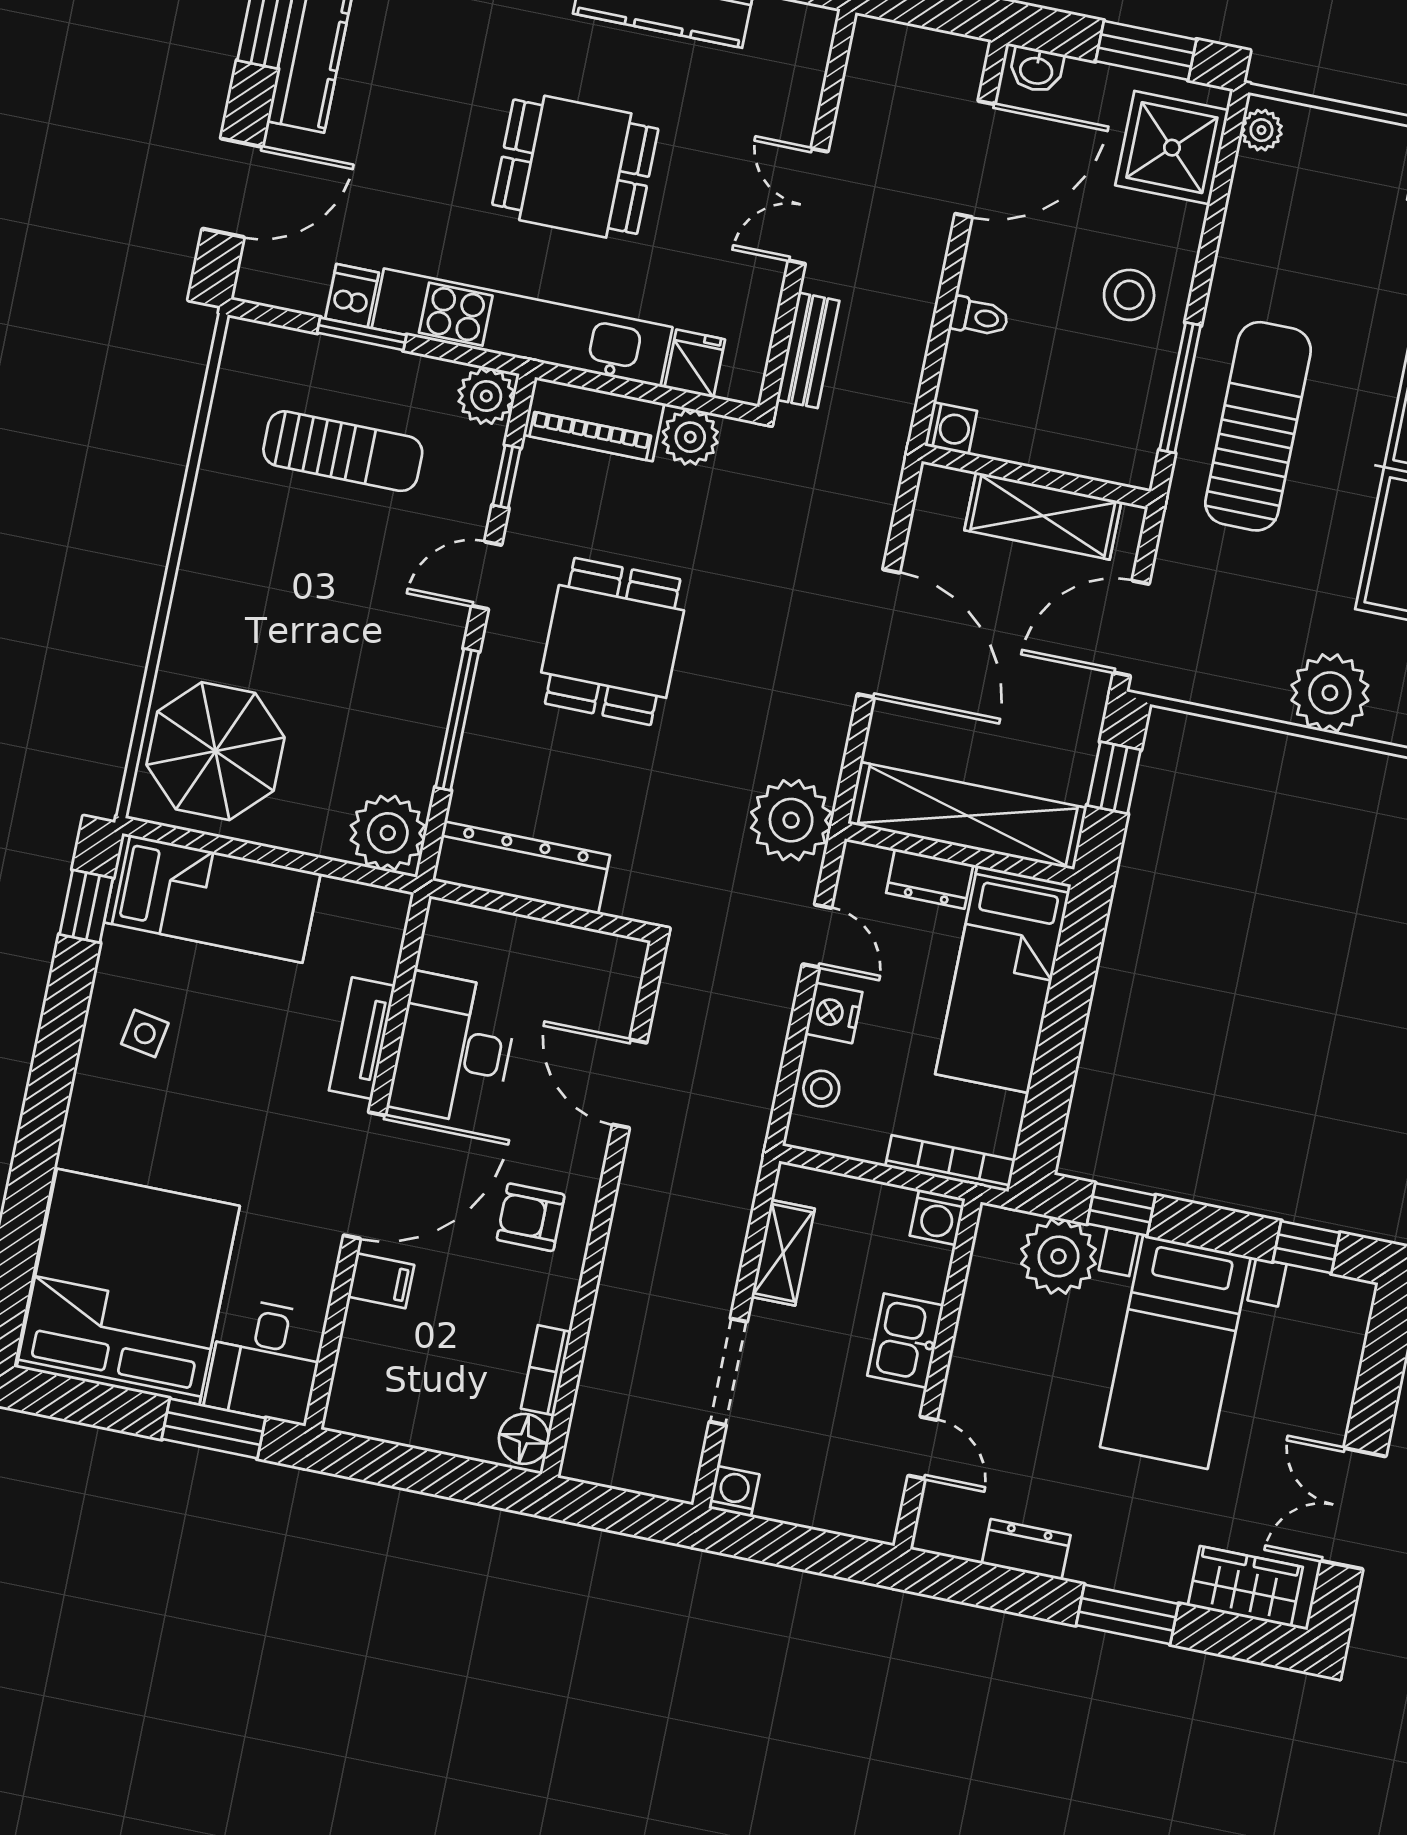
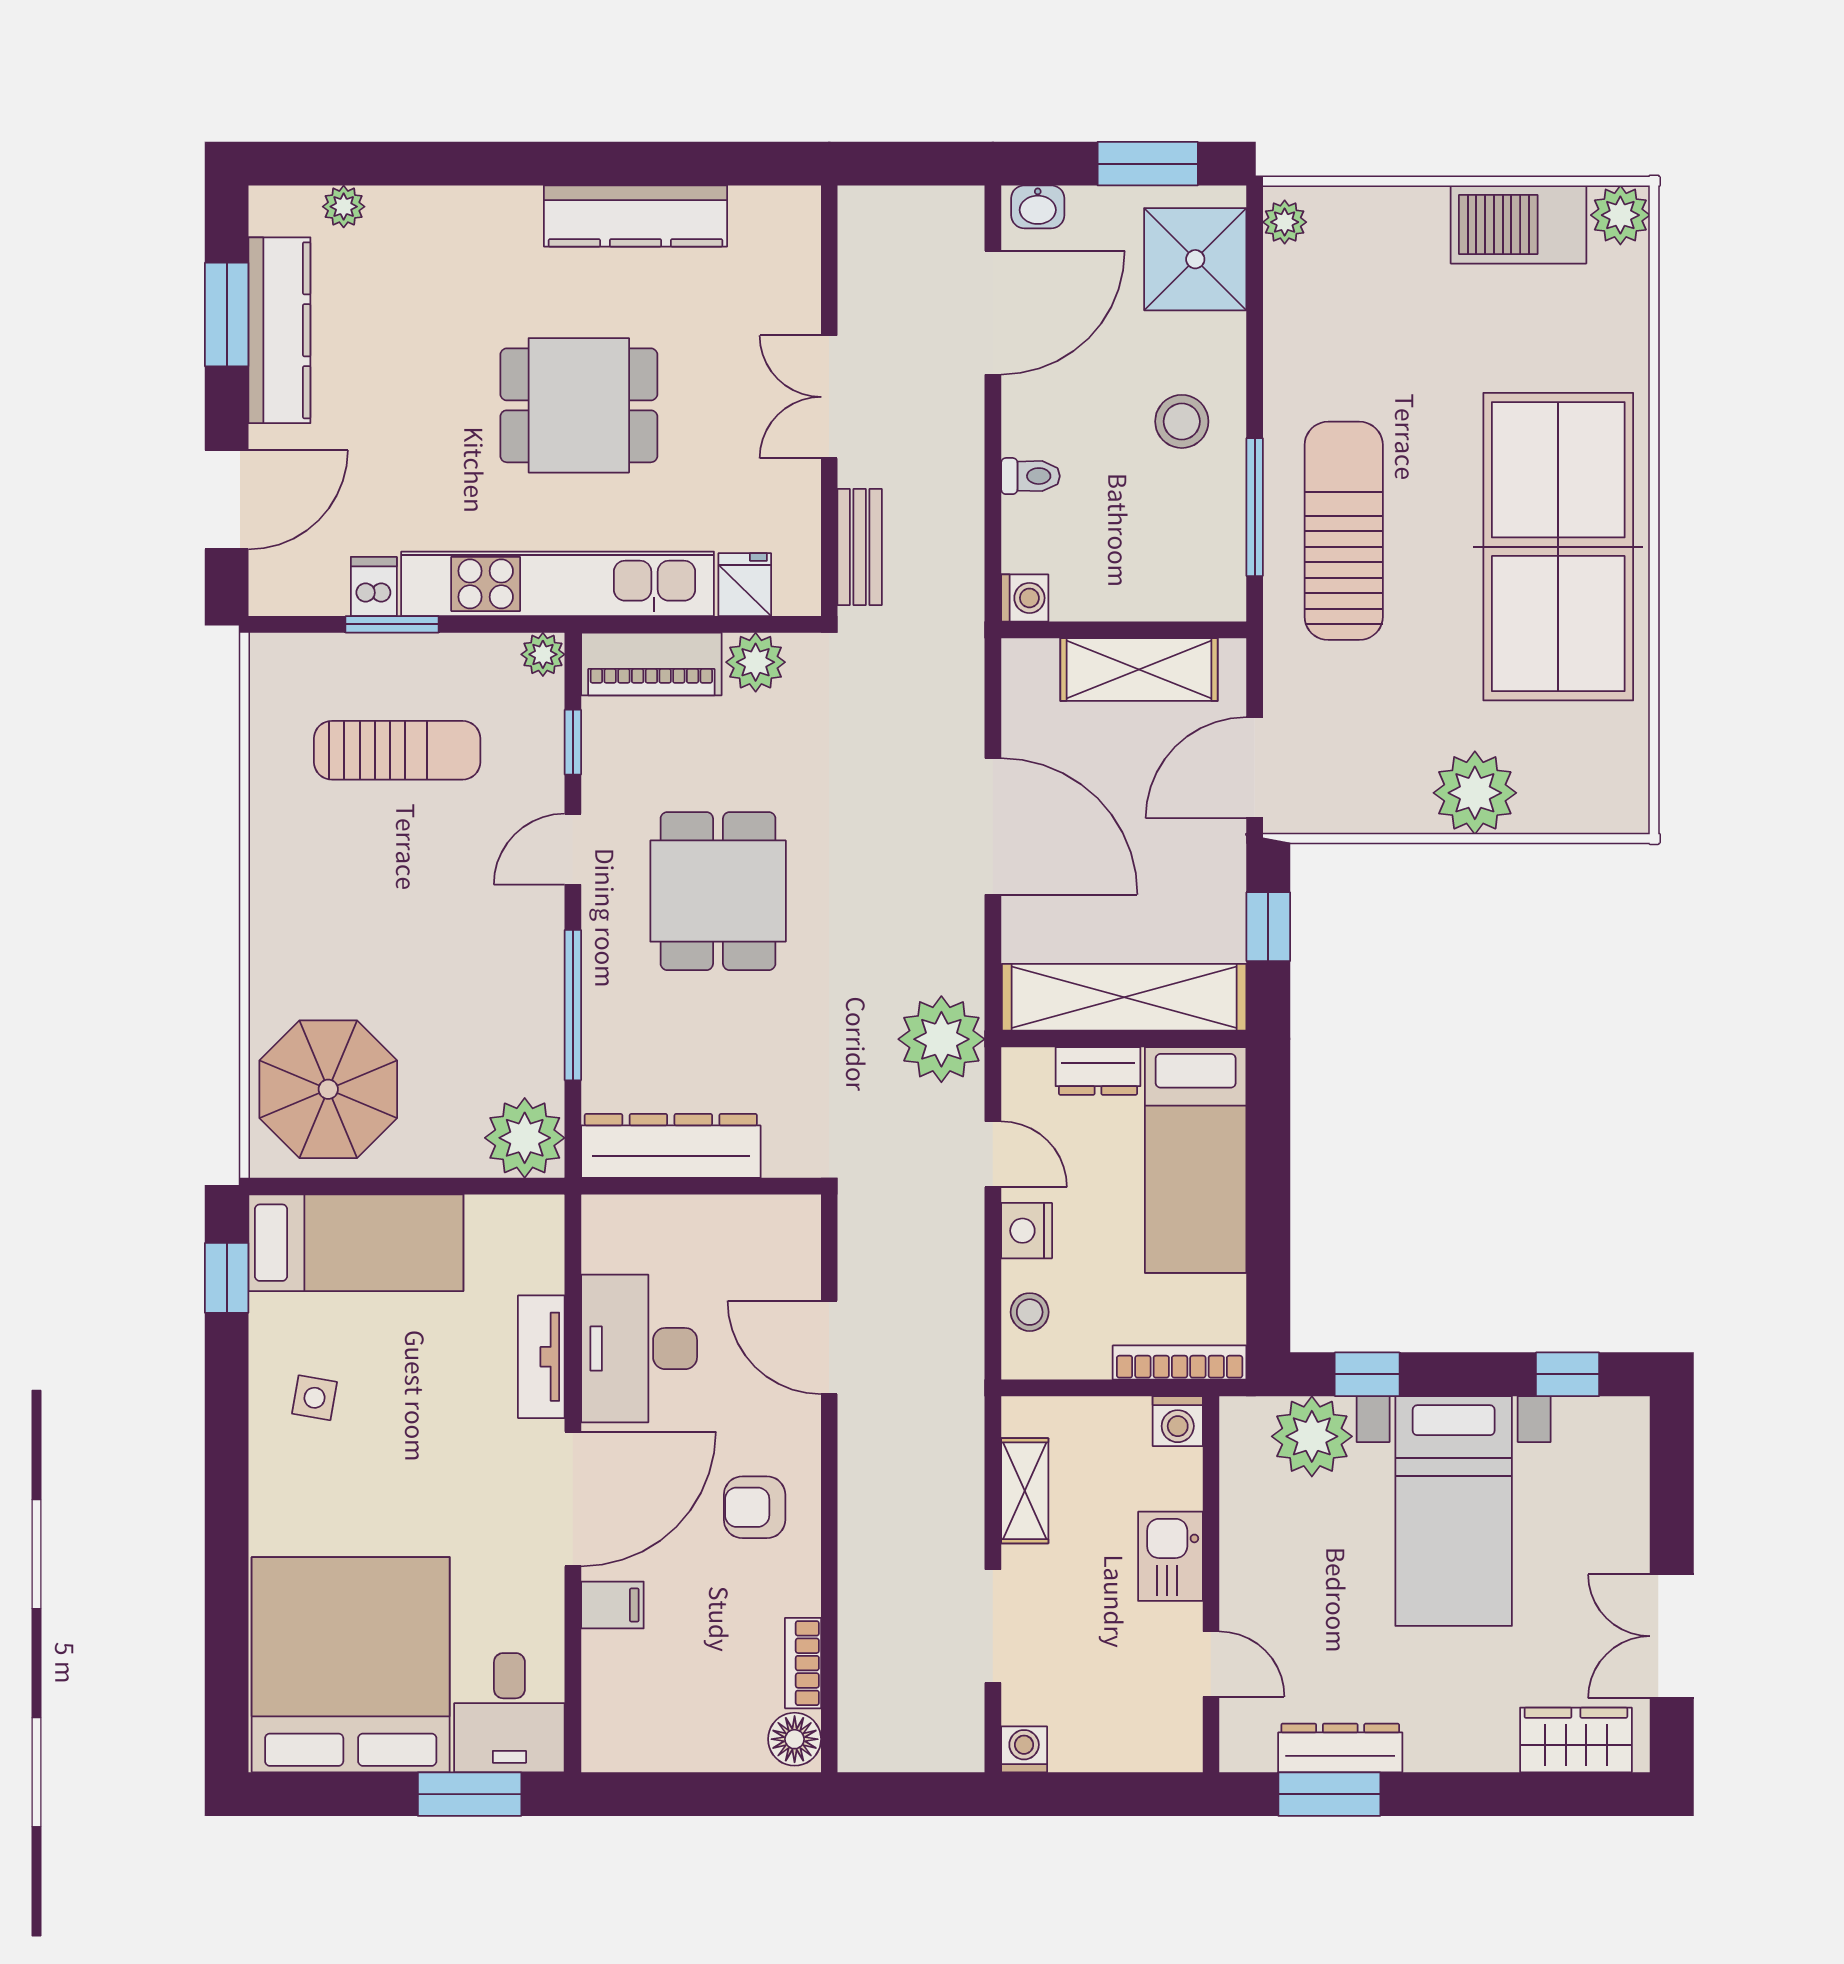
plant: (486, 396) -> (543, 654), width x0.73, depth x0.73
dresser: (1026, 1549) -> (1340, 1748), width x1.44
window: (1127, 1614) -> (1329, 1794), moved

